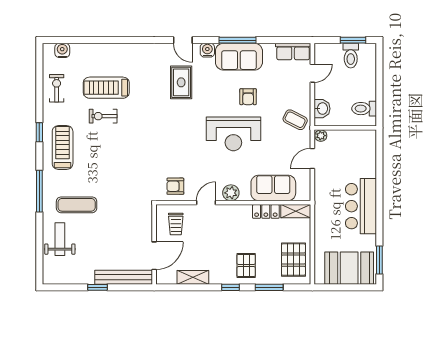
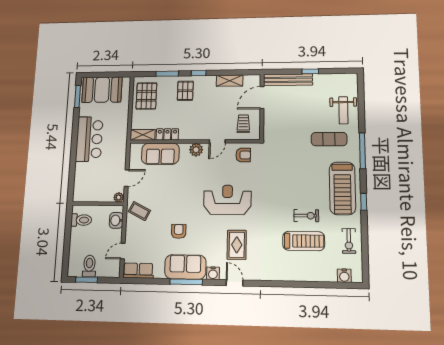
reception desk: (233, 134) -> (227, 200), moved
treadmill: (63, 148) -> (342, 188), width x1.37, depth x1.38

